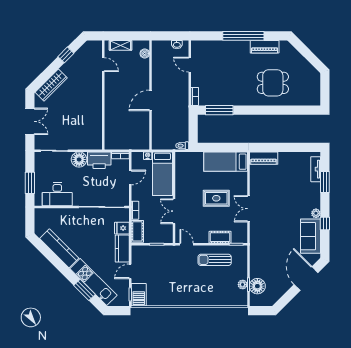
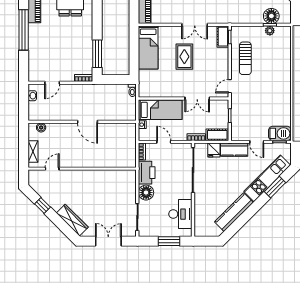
cot: (220, 237) -> (223, 37), moved

